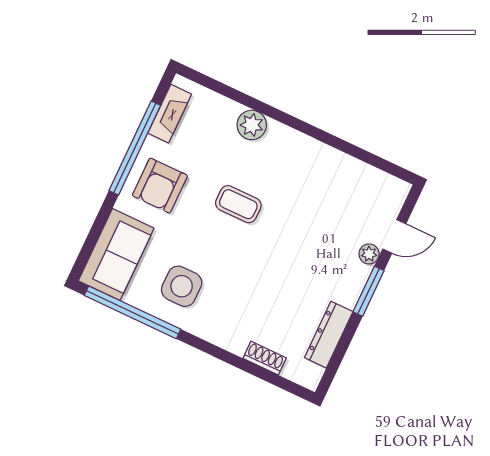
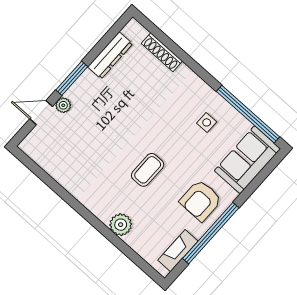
armchair: (160, 186) -> (201, 200), turned 180
coffee table: (238, 204) -> (148, 170), turned 90
side table: (182, 286) -> (207, 122), width x0.54, depth x0.54
shoe rack: (265, 358) -> (162, 52), width x1.43

